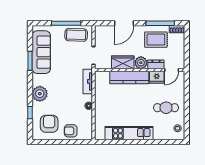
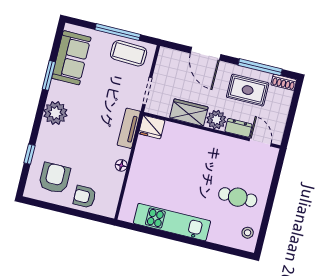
door: (124, 23) -> (206, 54), hinge flipped
sofa: (41, 52) -> (71, 58), width x0.73
door: (172, 70) -> (260, 142), swing flipped
kitchen counter: (129, 77) -> (193, 138), removed
fridge: (157, 77) -> (152, 127), moved
plant: (40, 94) -> (55, 113), moved

